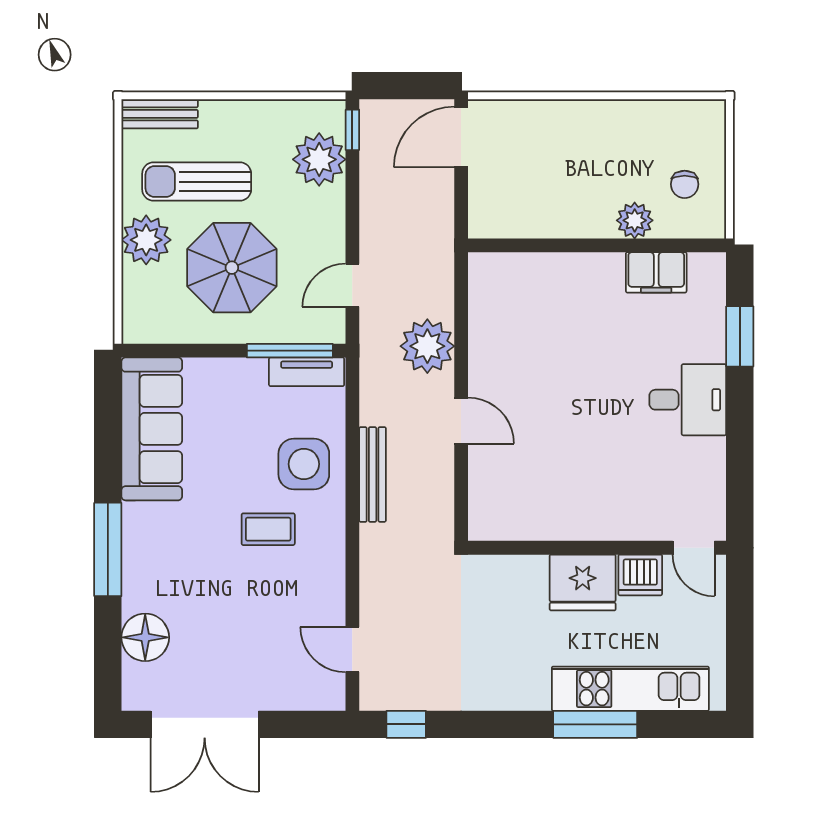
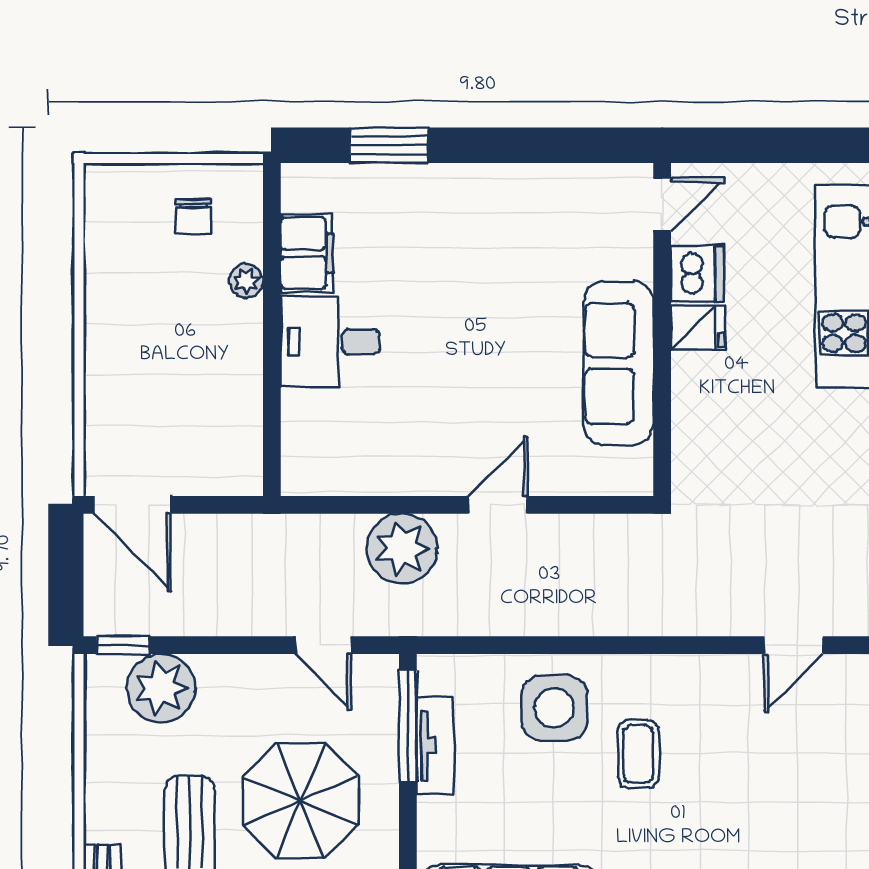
chair: (685, 184) -> (193, 216), turned 90
plant: (635, 220) -> (246, 281), width x0.73, depth x0.73
tv unit: (307, 372) -> (435, 746), moved
desk: (688, 400) -> (330, 342), moved, turned -90
bench: (373, 474) -> (568, 619), removed
sofa: (571, 514) -> (619, 363), added
fridge: (583, 582) -> (698, 328), width x0.53, depth x0.75

